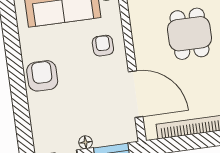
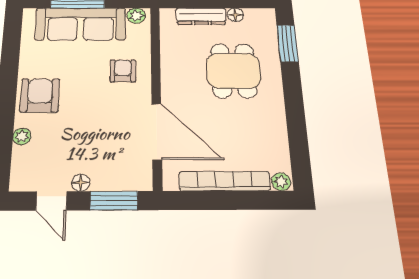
plant: (35, 112) -> (22, 136), added

